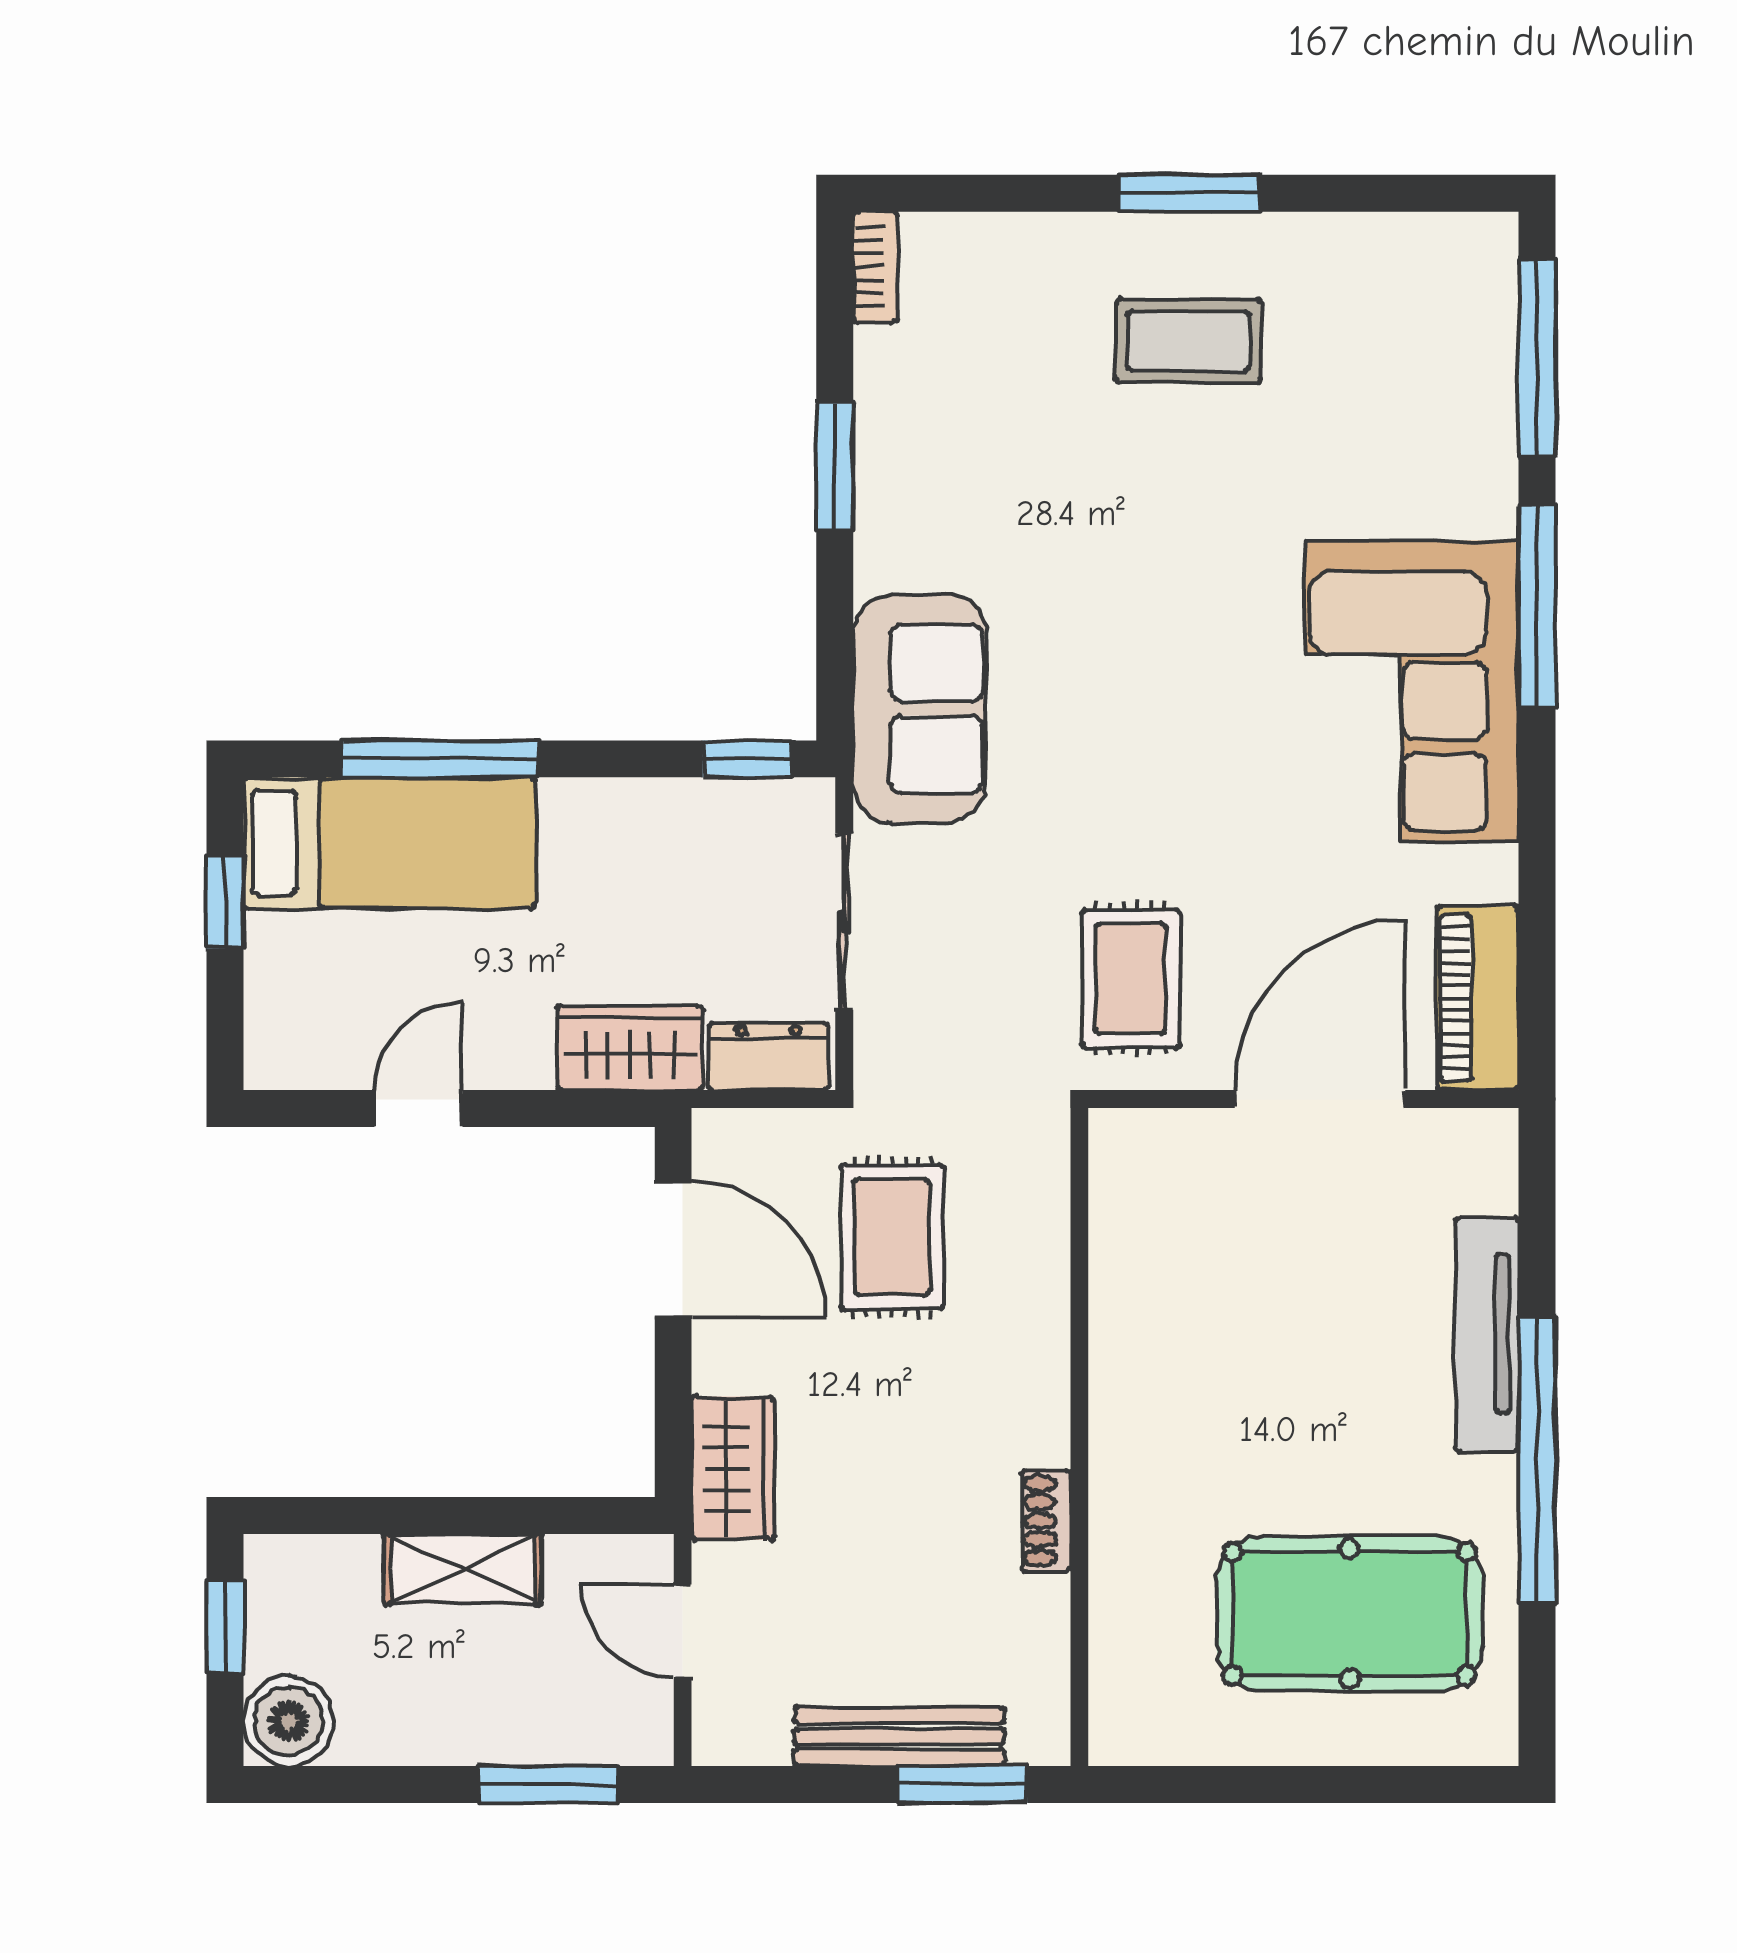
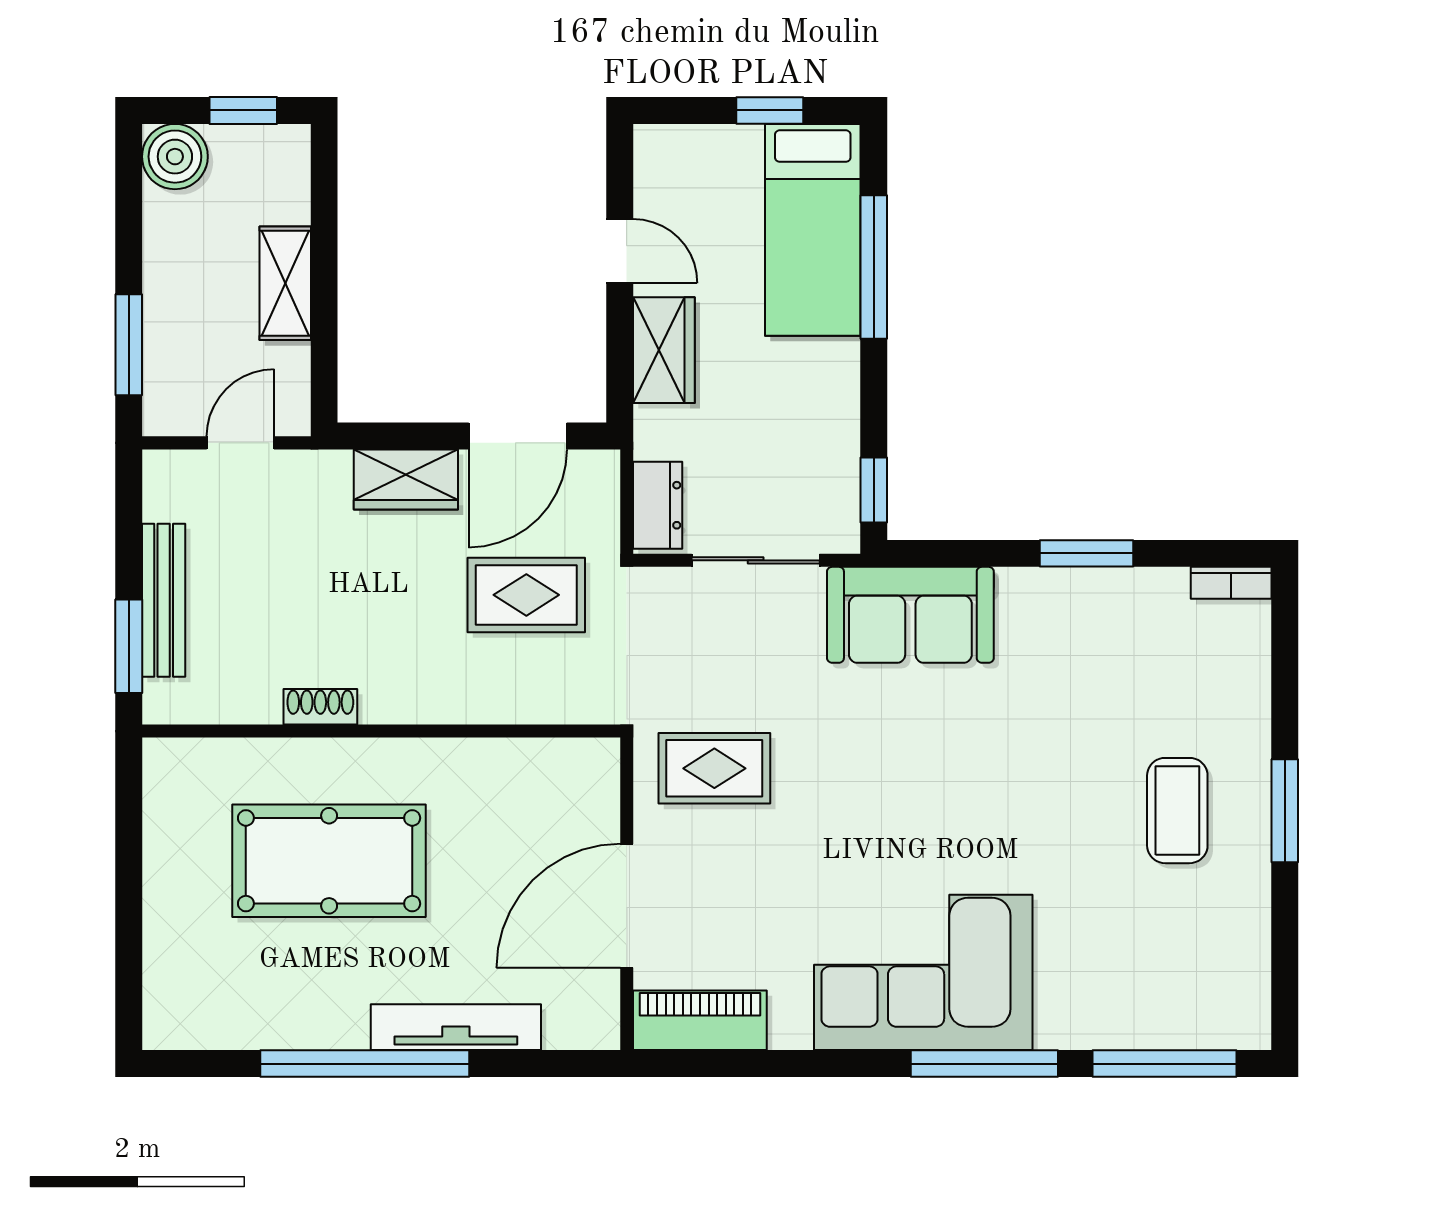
wardrobe: (630, 1048) -> (664, 350), moved
door: (1320, 1099) -> (627, 906), swing flipped
wardrobe: (733, 1468) -> (406, 479), moved
pool table: (1350, 1614) -> (329, 861), moved, turned 90

